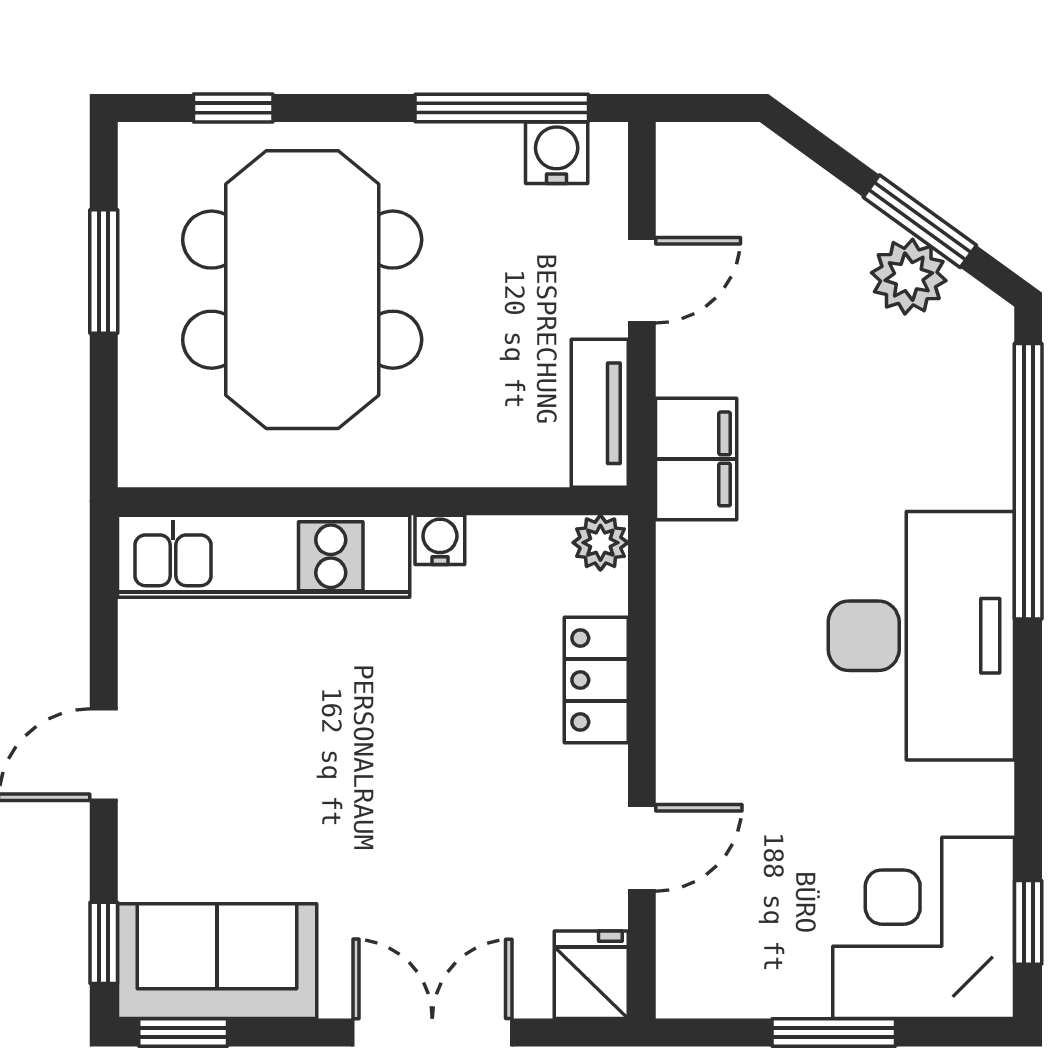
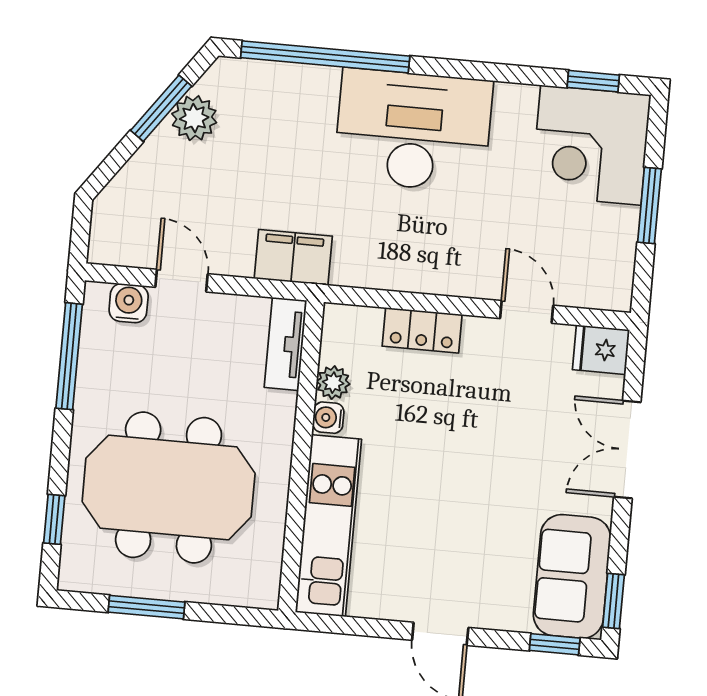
water cooler: (557, 153) -> (129, 303), moved, turned 90
tv unit: (600, 413) -> (285, 344), moved, turned 90
plant: (600, 543) -> (333, 383), moved

